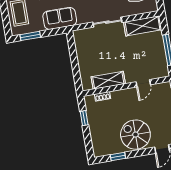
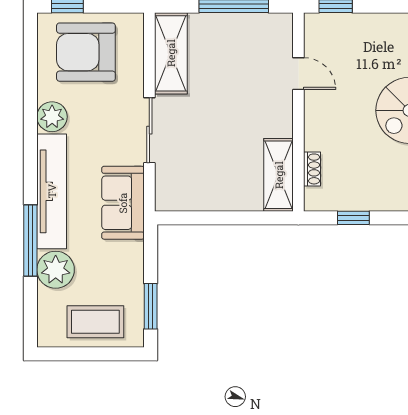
sofa: (60, 18) -> (123, 203), moved
shelving: (108, 80) -> (279, 175), moved

